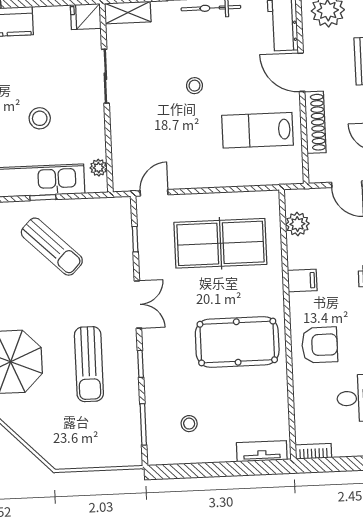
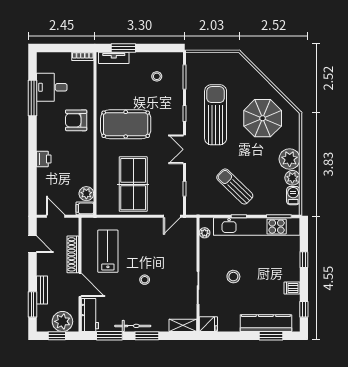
stool: (40, 118) -> (233, 277), moved
lab bench: (258, 130) -> (108, 251), turned -90
table tennis table: (220, 243) -> (133, 184), turned 90
filing cabinet: (302, 281) -> (85, 208), moved
sun lounger: (89, 364) -> (216, 115), width x1.36, depth x1.34
window: (247, 468) -> (123, 48), added

